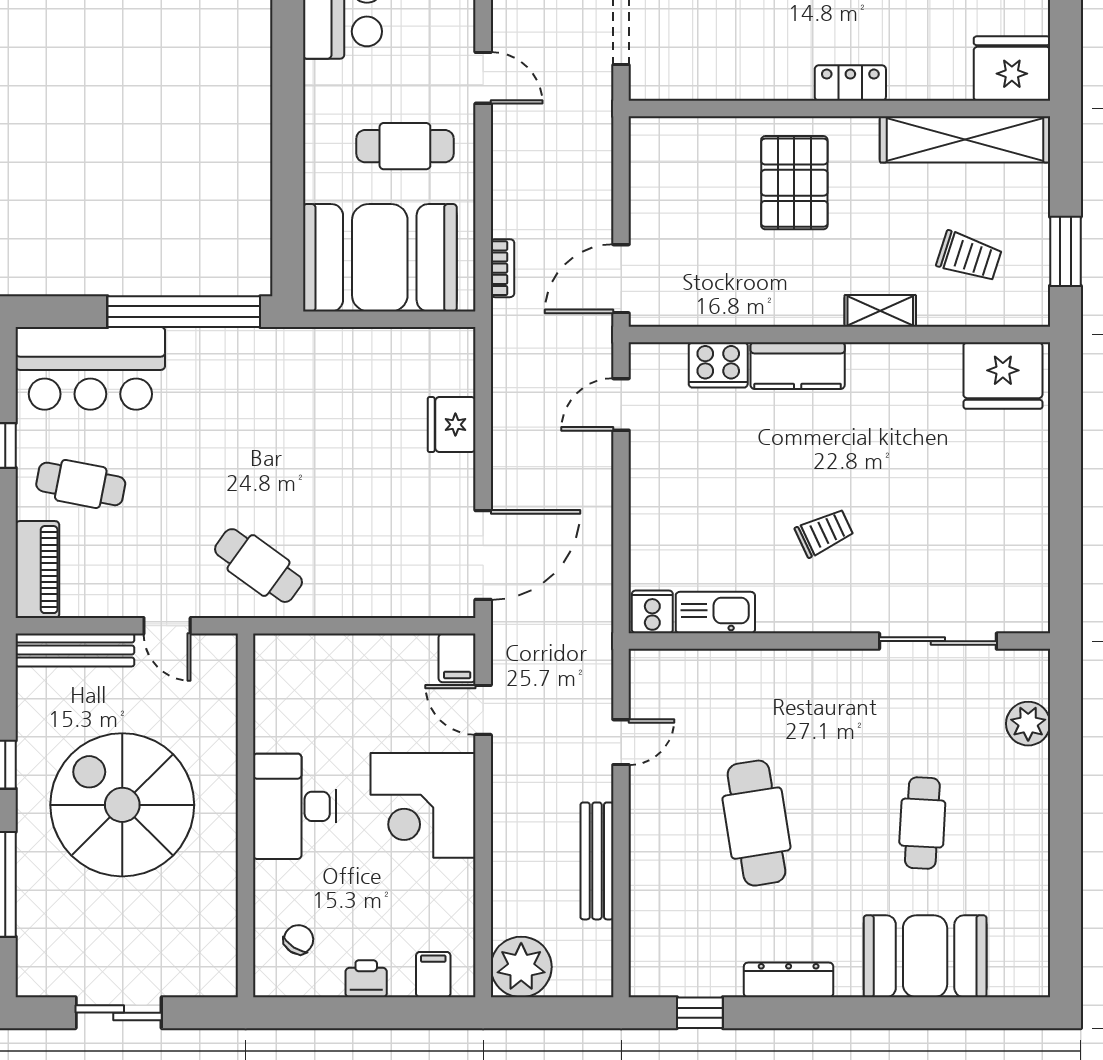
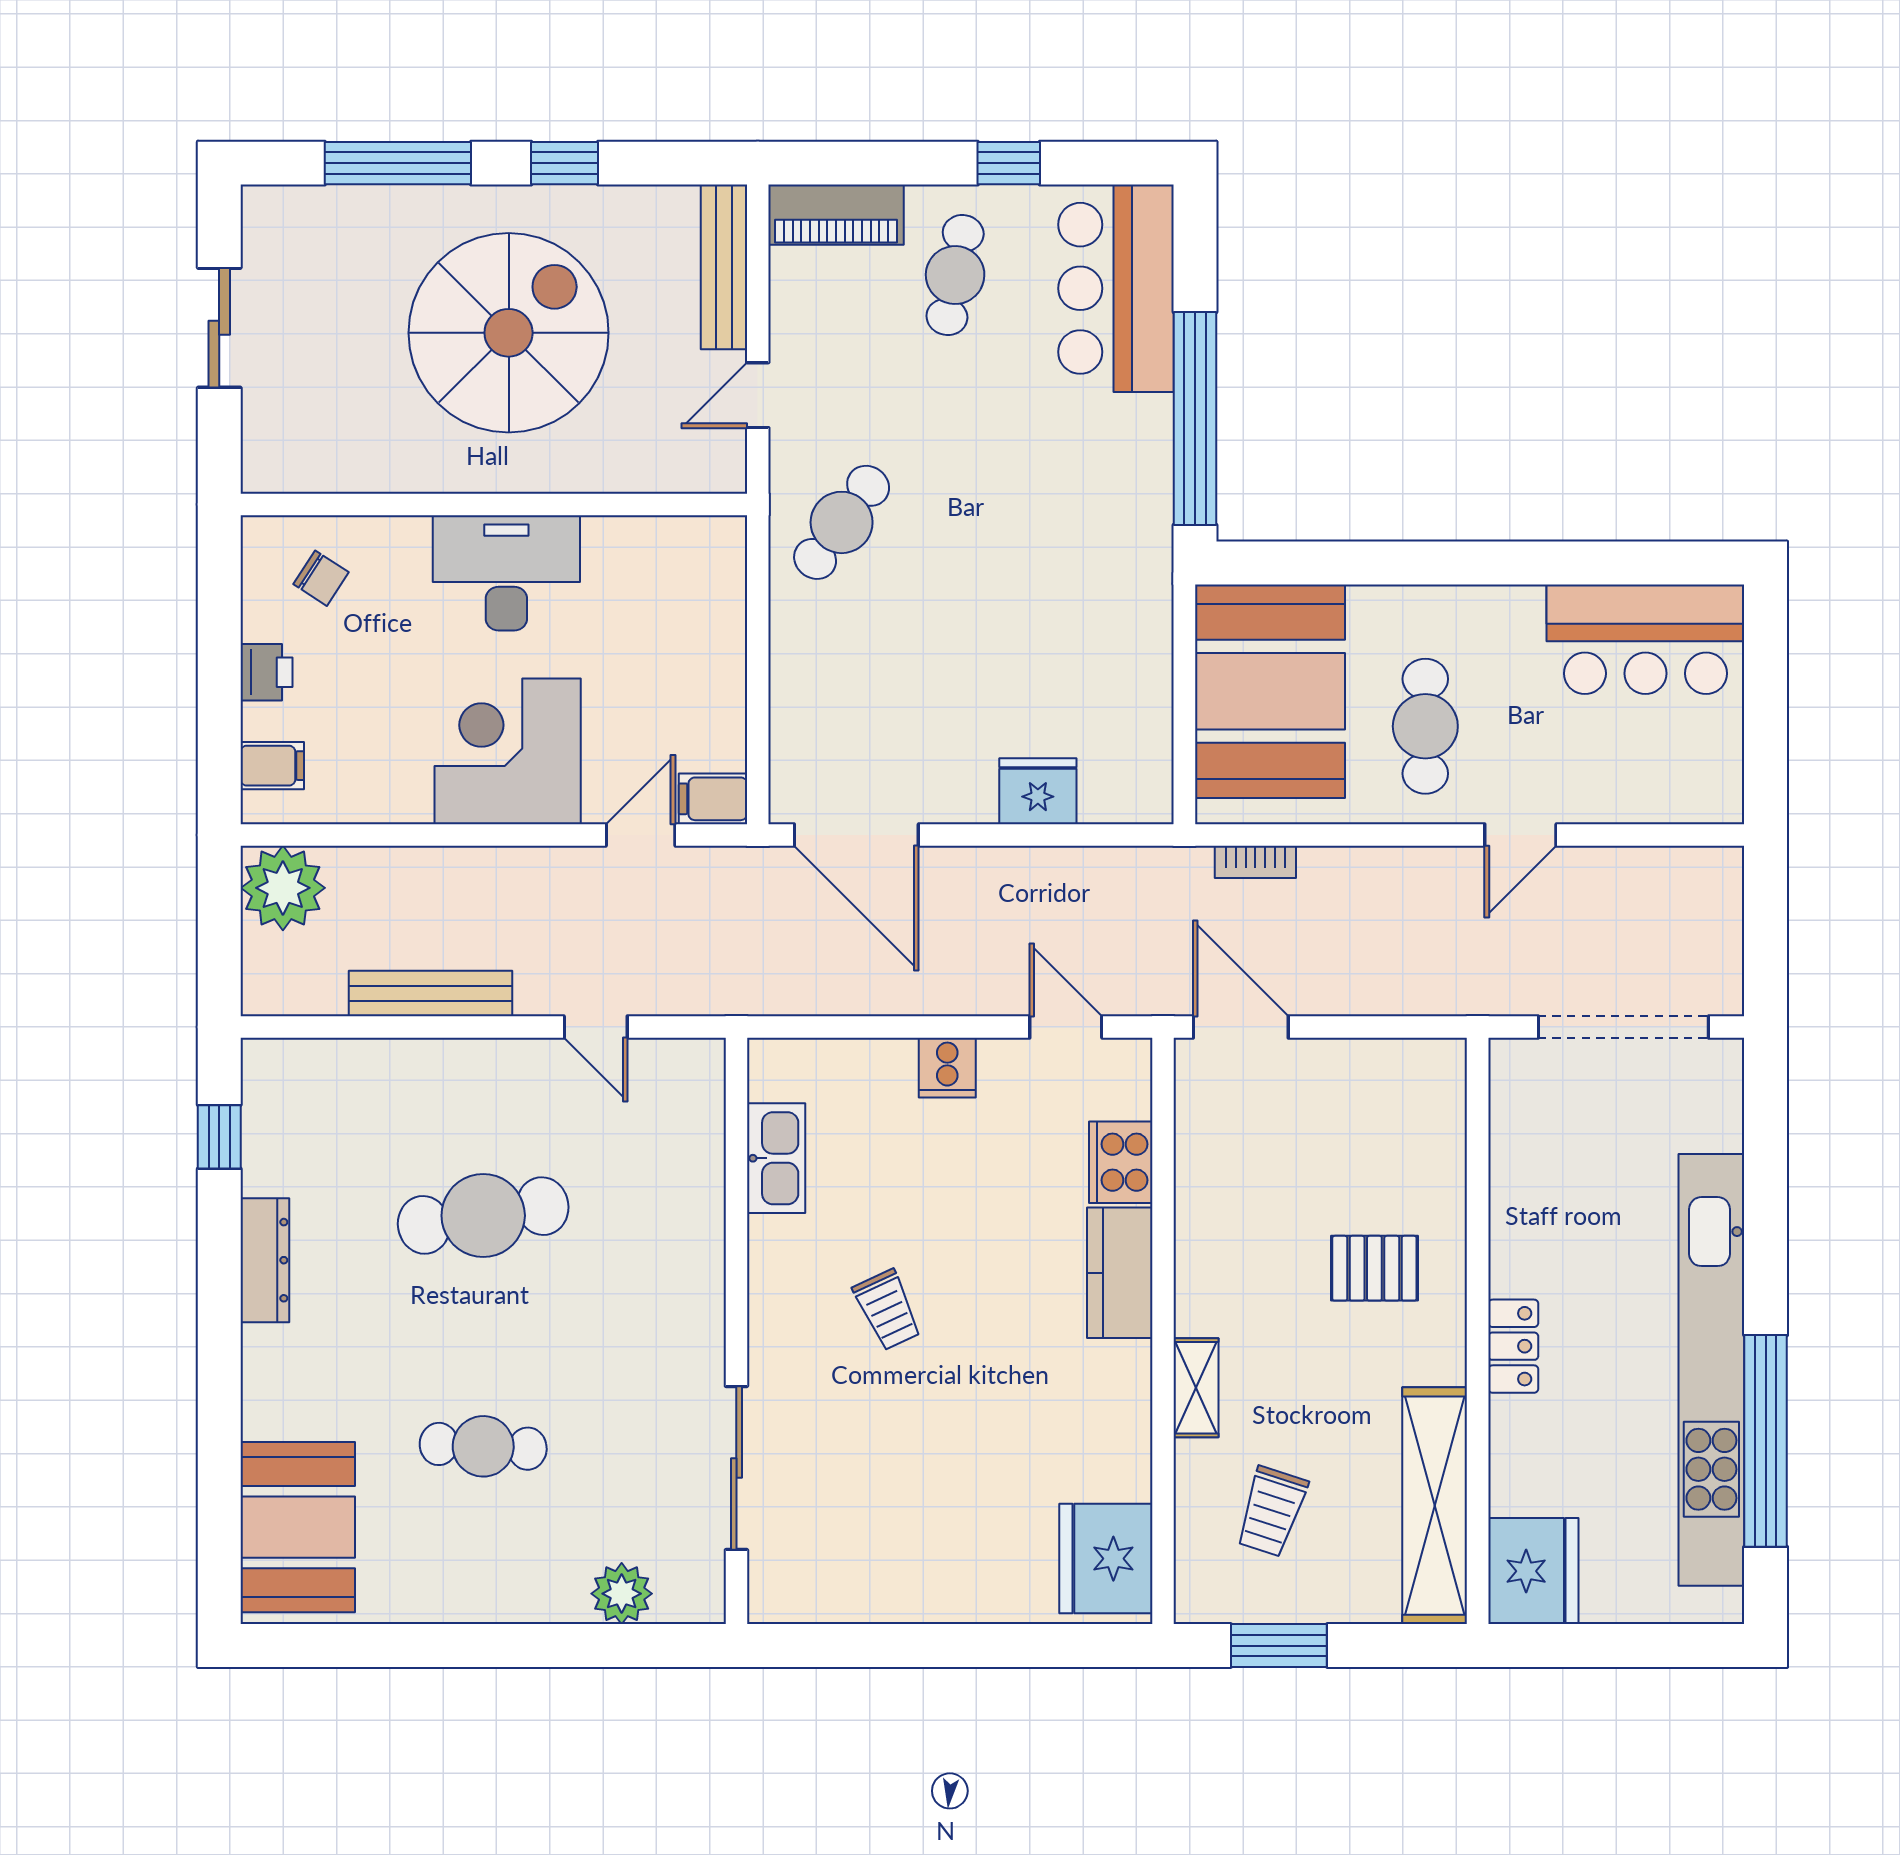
pallet: (794, 183) -> (1374, 1268), width x0.67, depth x0.71
cooker: (652, 612) -> (947, 1068), moved, turned 90
booth: (925, 956) -> (298, 1527), moved

